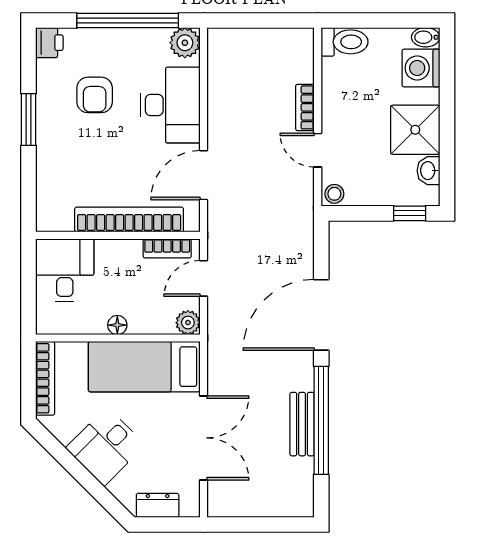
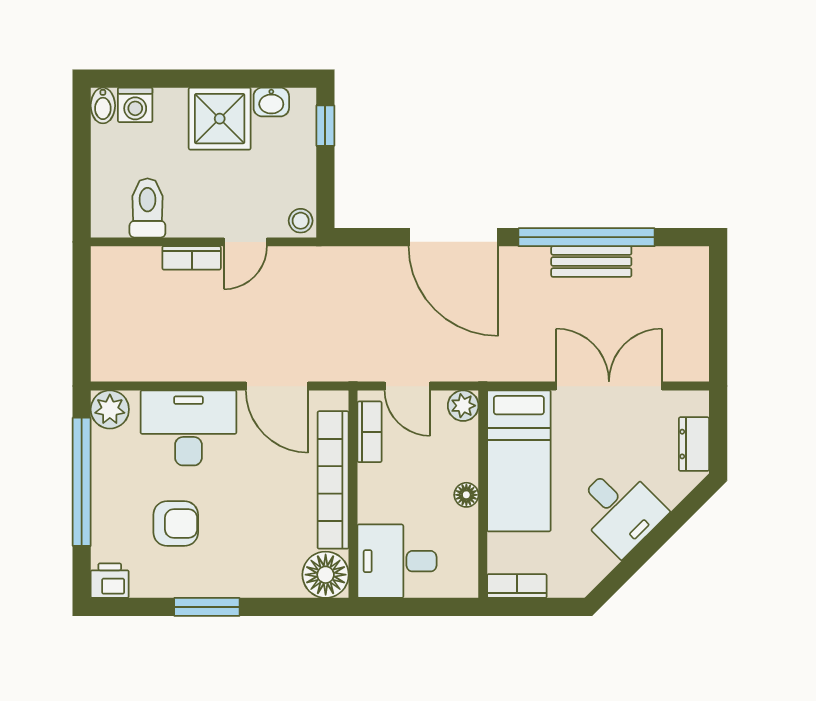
toilet: (345, 42) -> (147, 208), moved
washing machine: (421, 68) -> (135, 105), width x0.73, depth x0.73
floor lamp: (54, 214) -> (326, 575), added
bookcase: (45, 378) -> (517, 586), width x0.64

